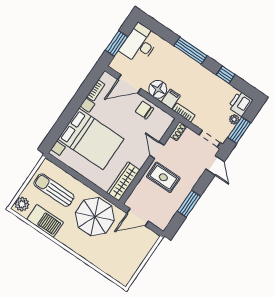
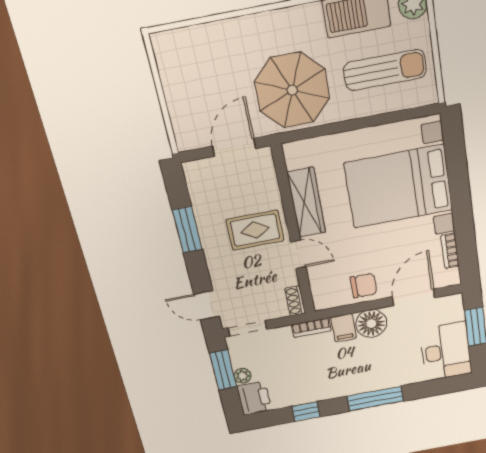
wardrobe: (124, 181) -> (306, 202), moved

